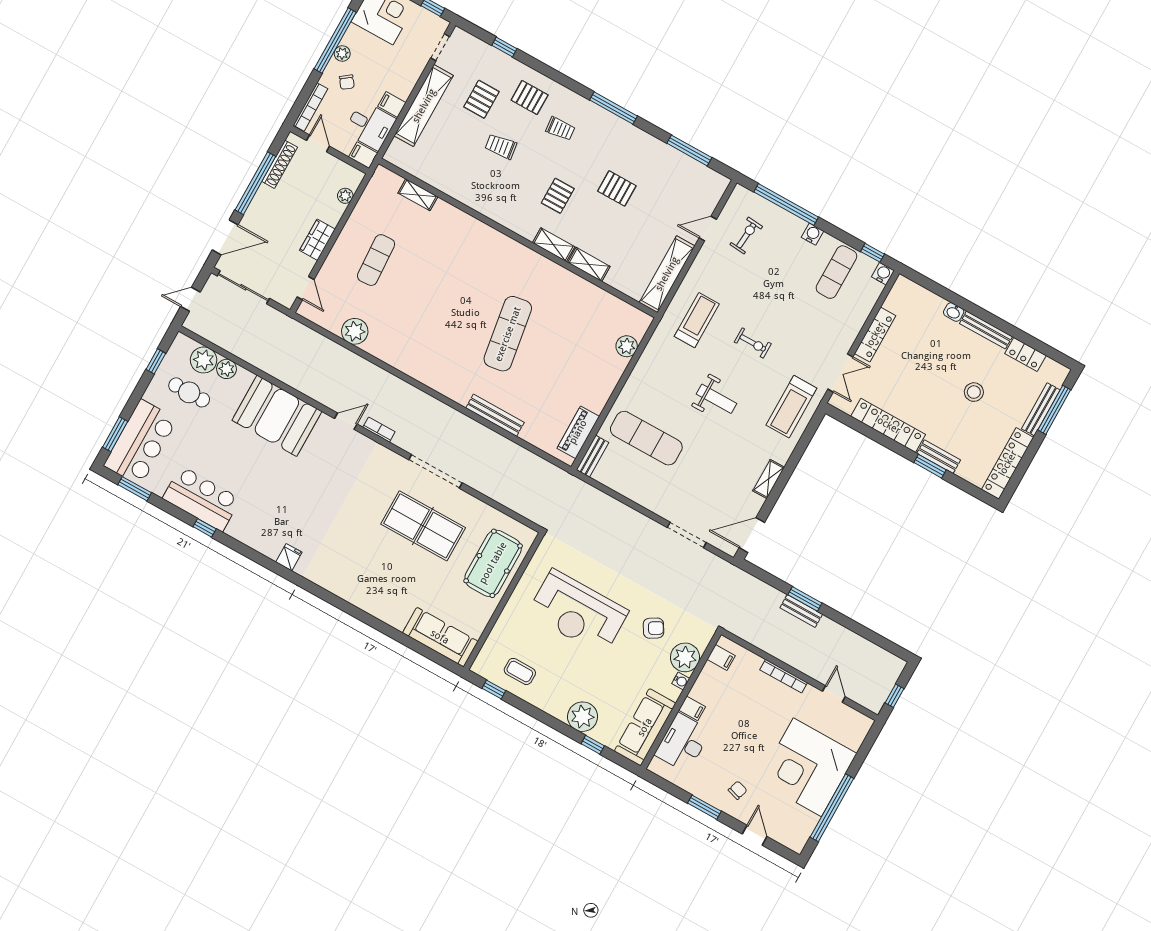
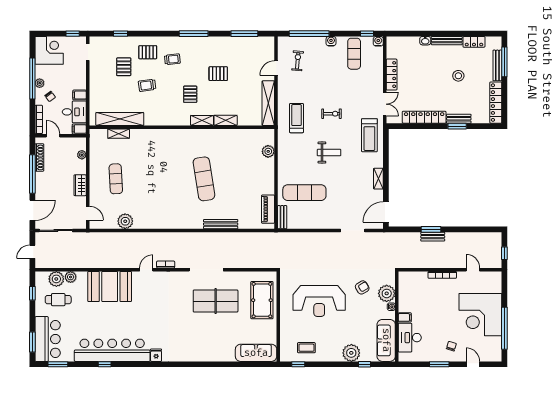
shelving: (424, 106) -> (120, 119), moved, turned 90
bar counter: (201, 499) -> (112, 350), width x1.86
filing cabinet: (721, 658) -> (405, 283), removed

